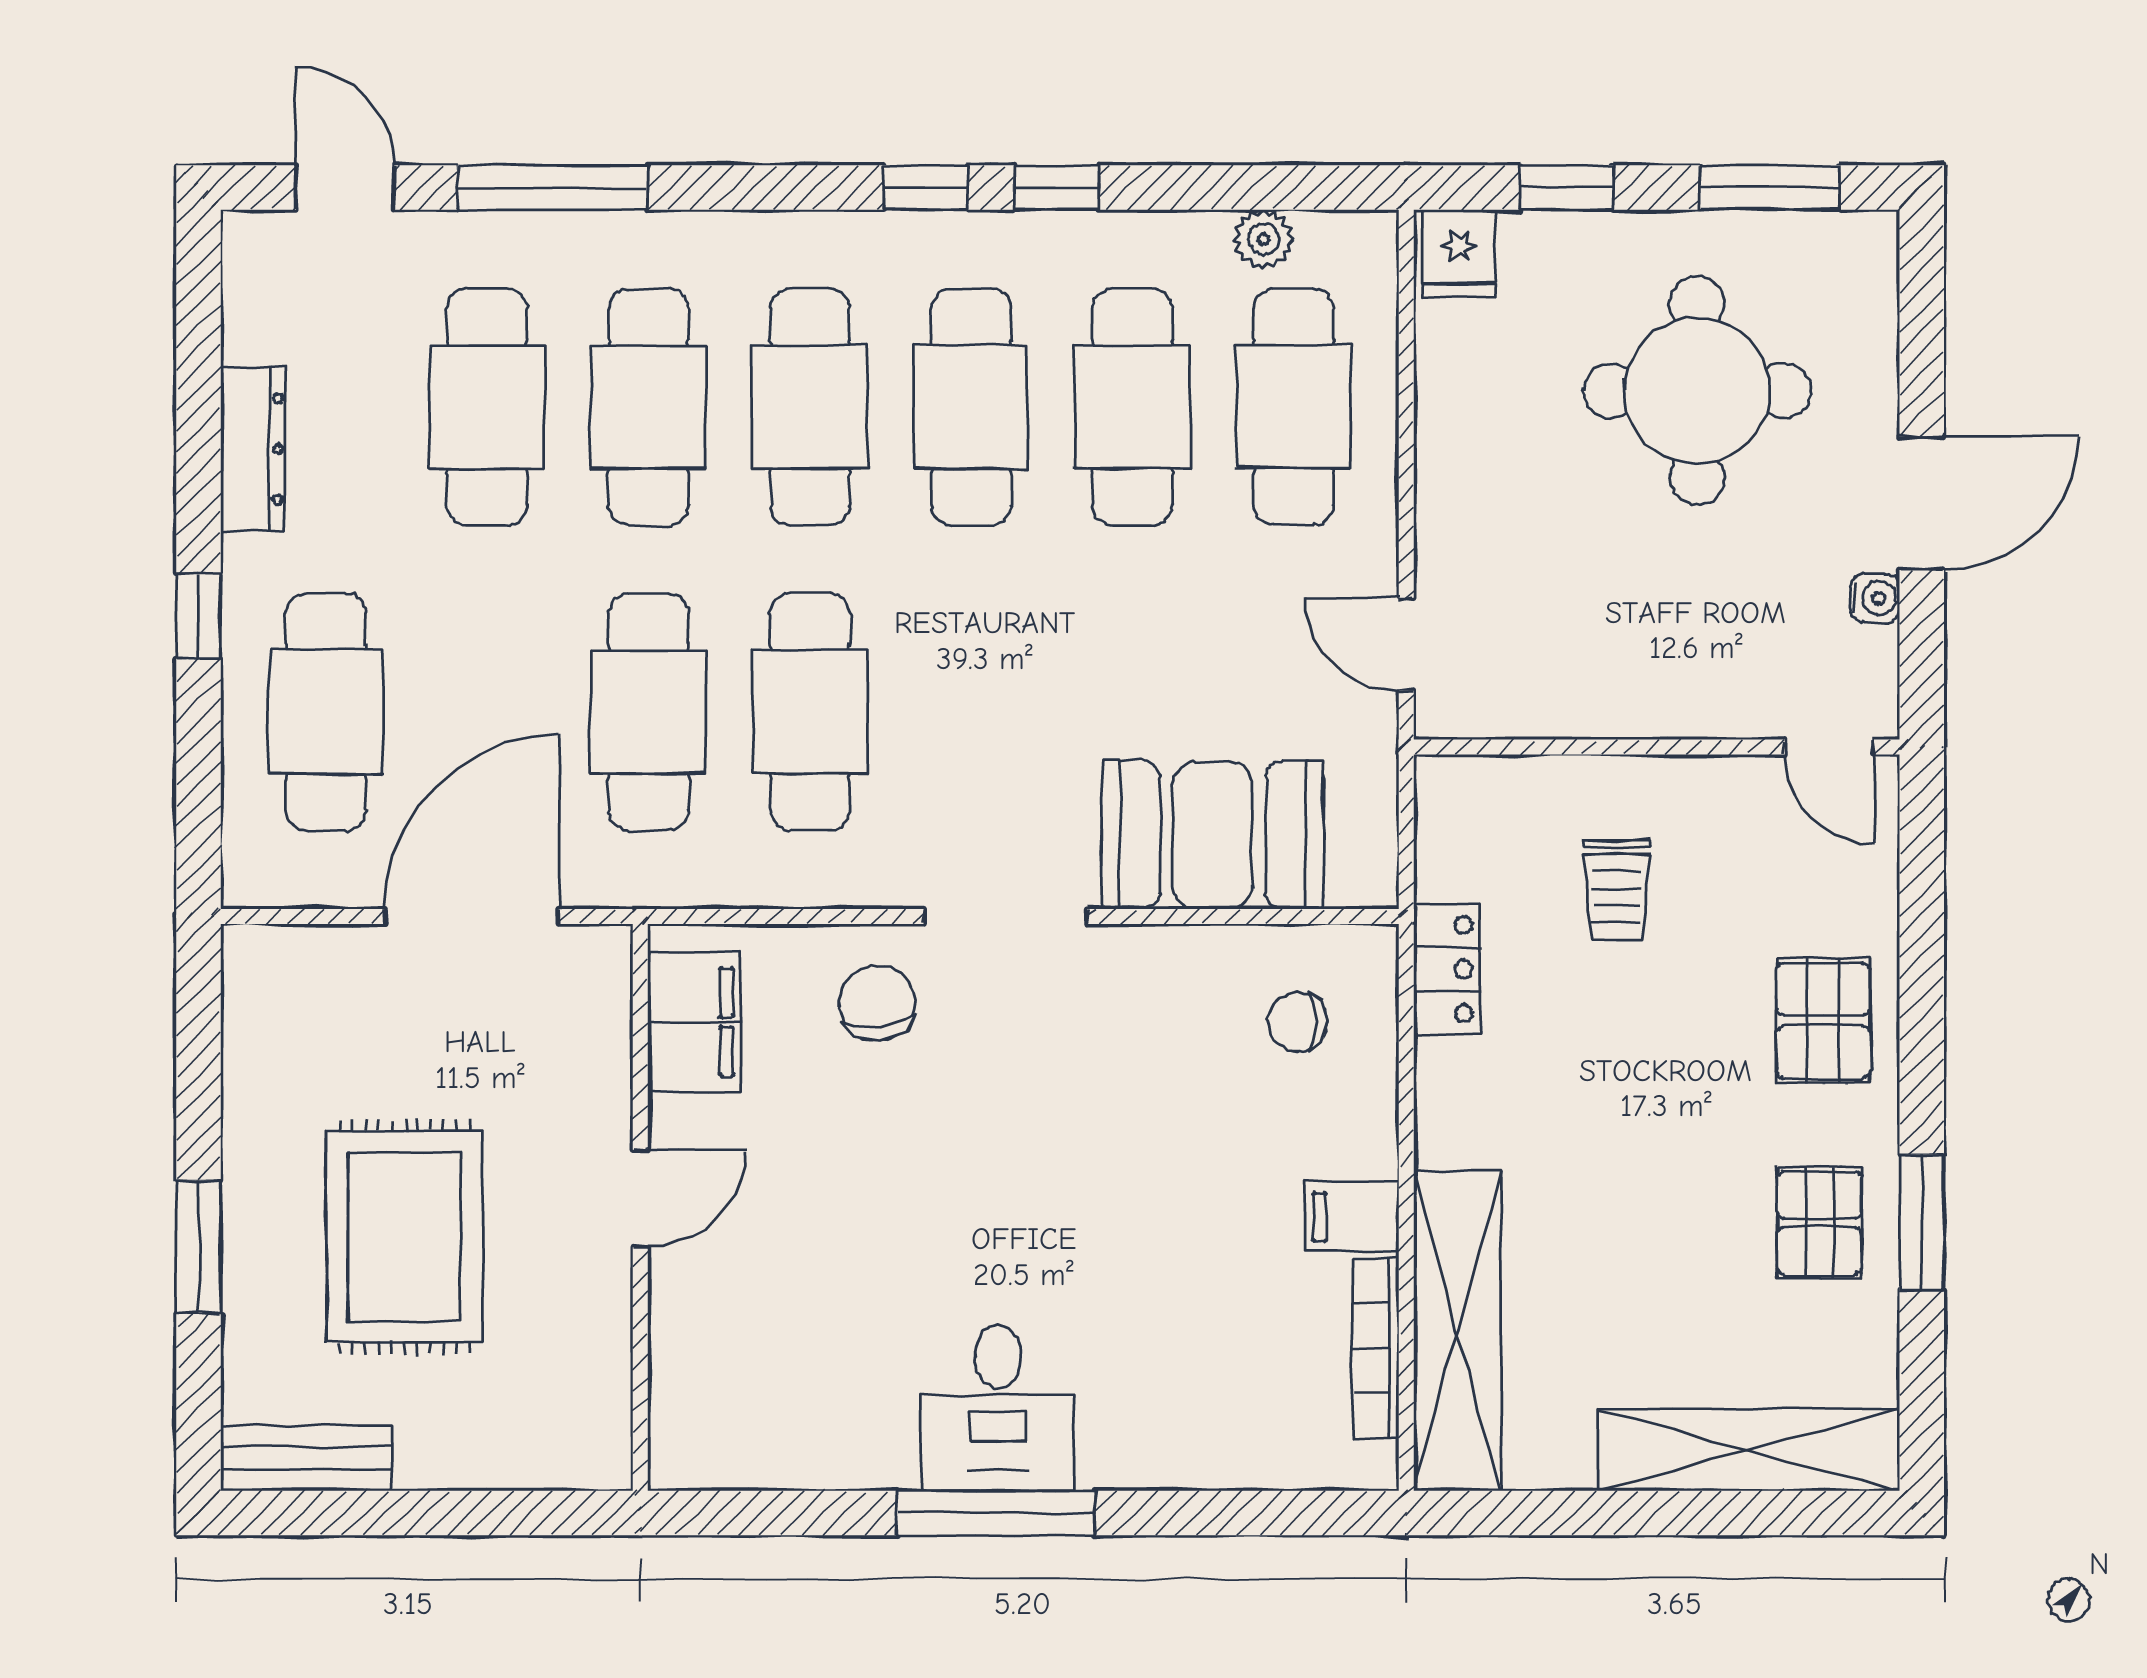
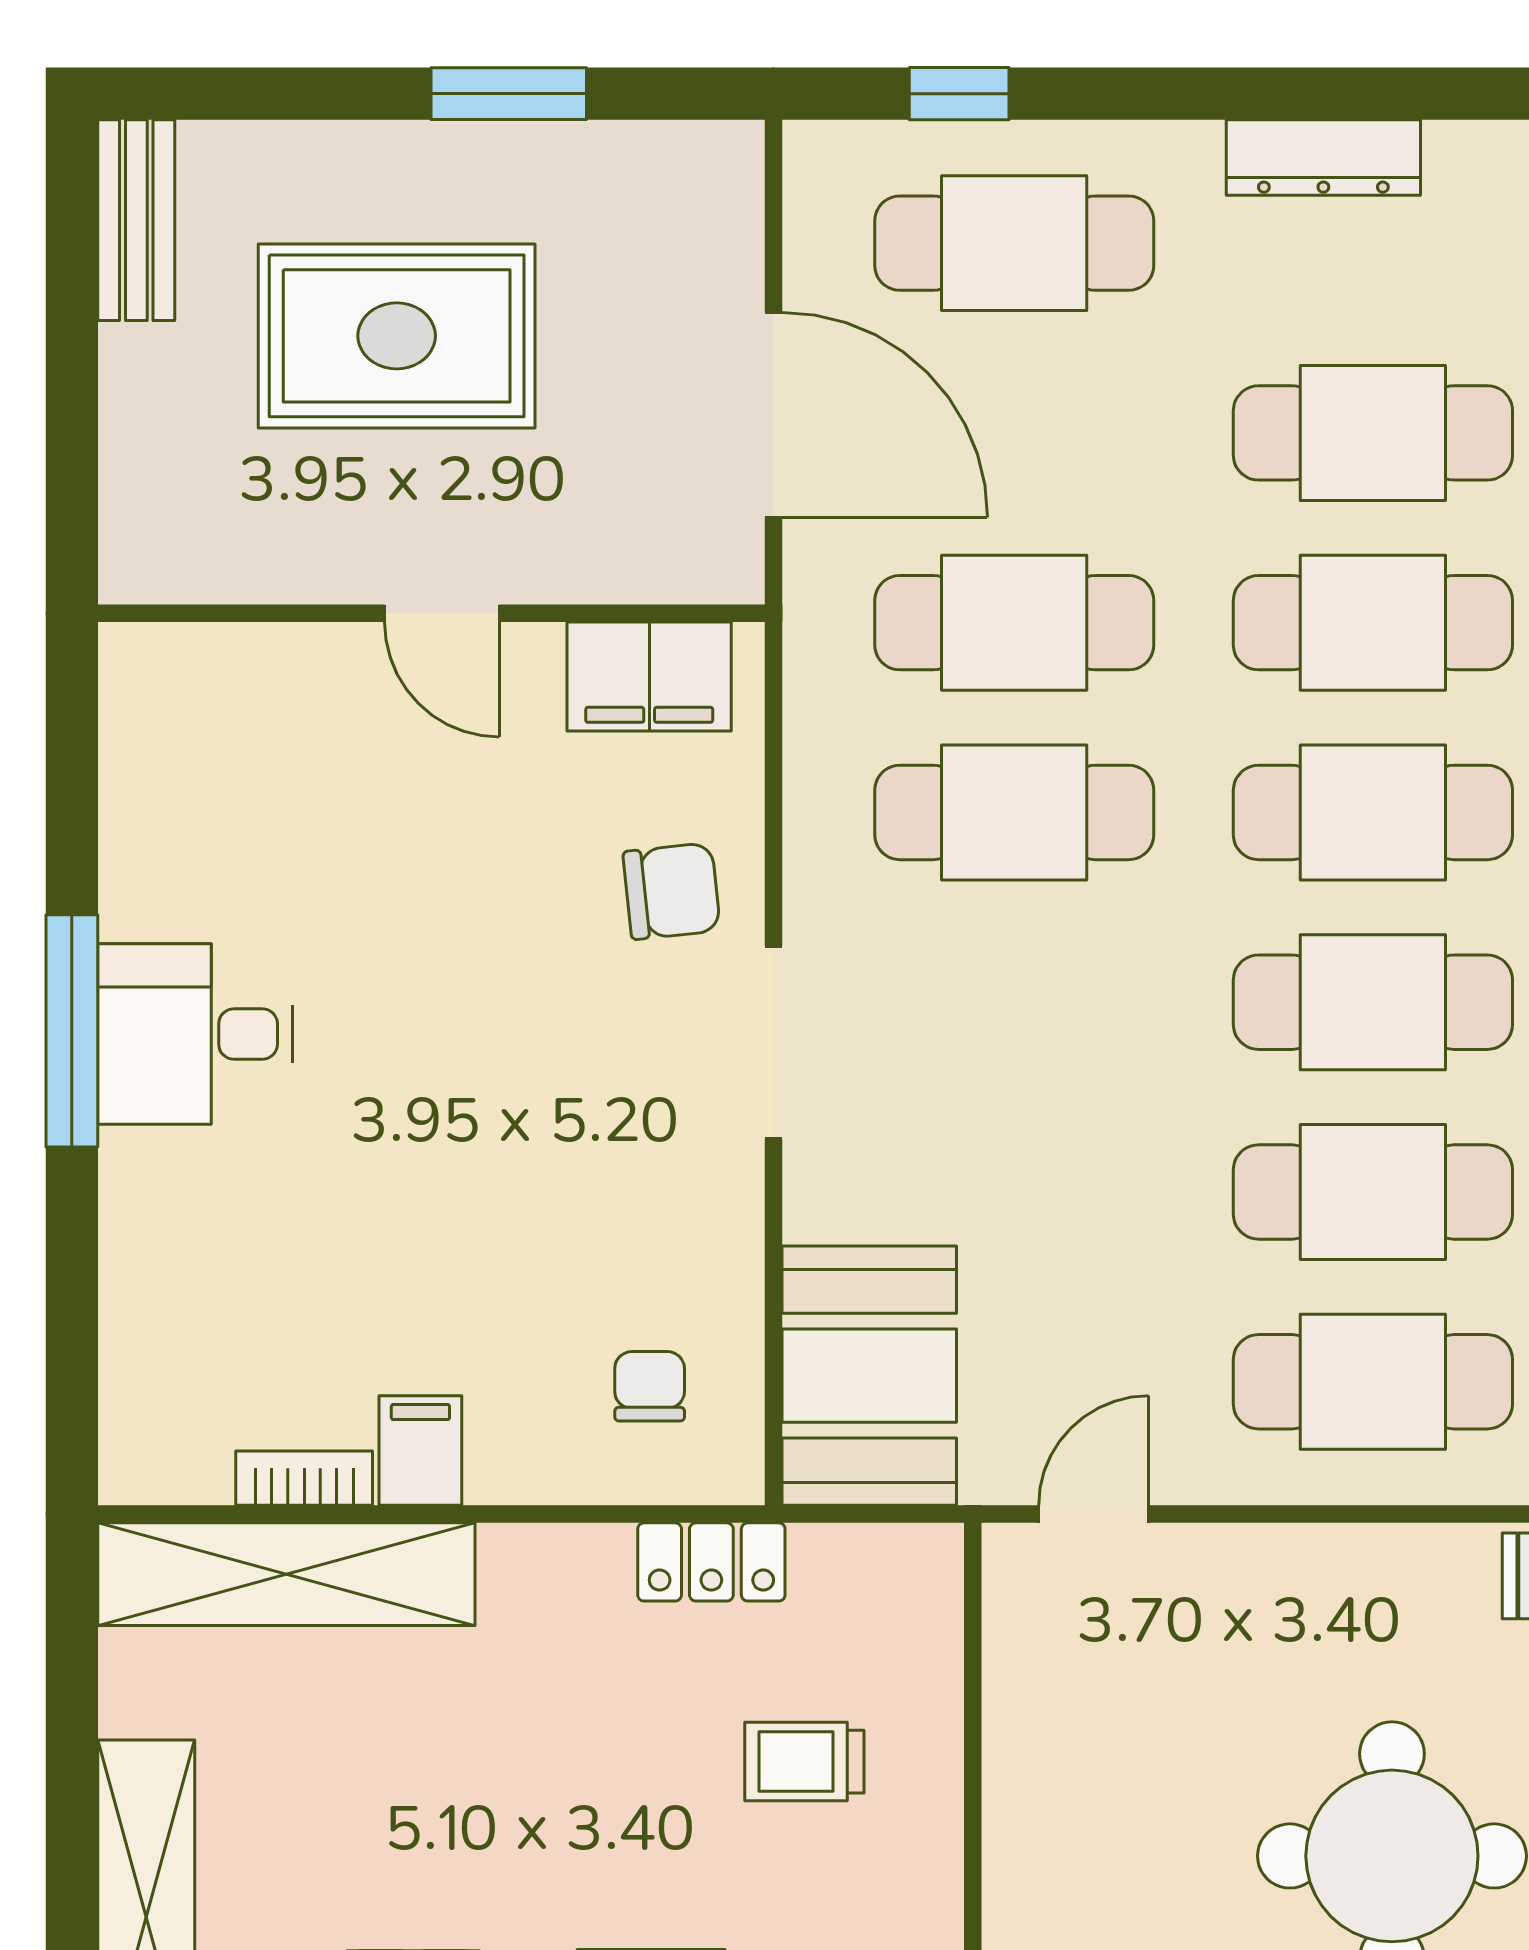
window: (199, 616) -> (959, 94), moved
booth: (1212, 835) -> (869, 1376), moved
window: (199, 1247) -> (509, 94), moved
bookcase: (1376, 1348) -> (304, 1478), width x0.64

